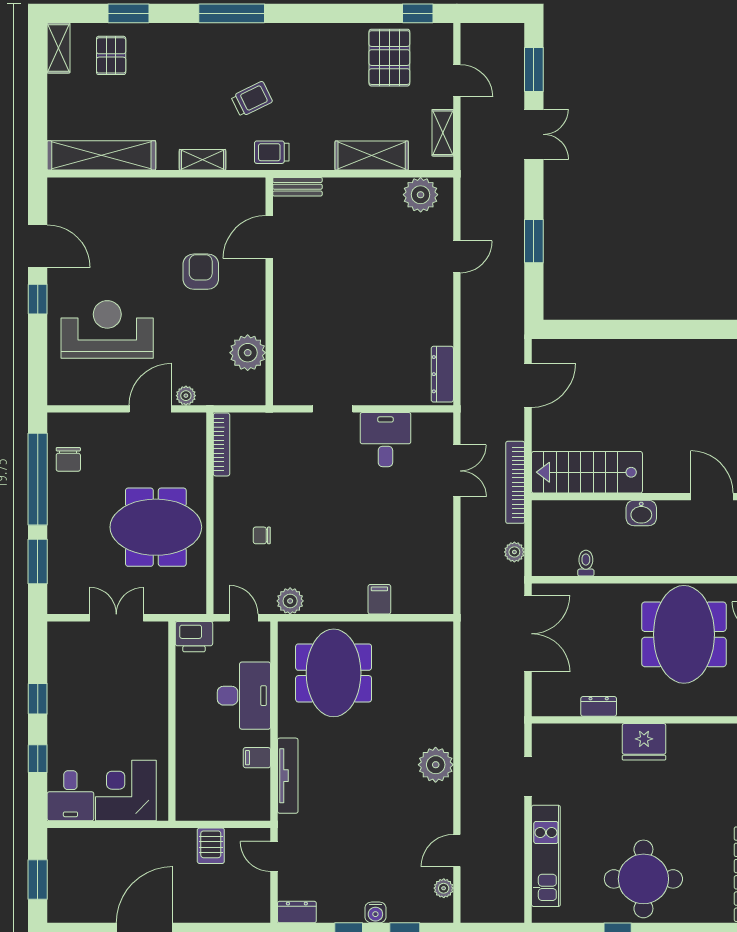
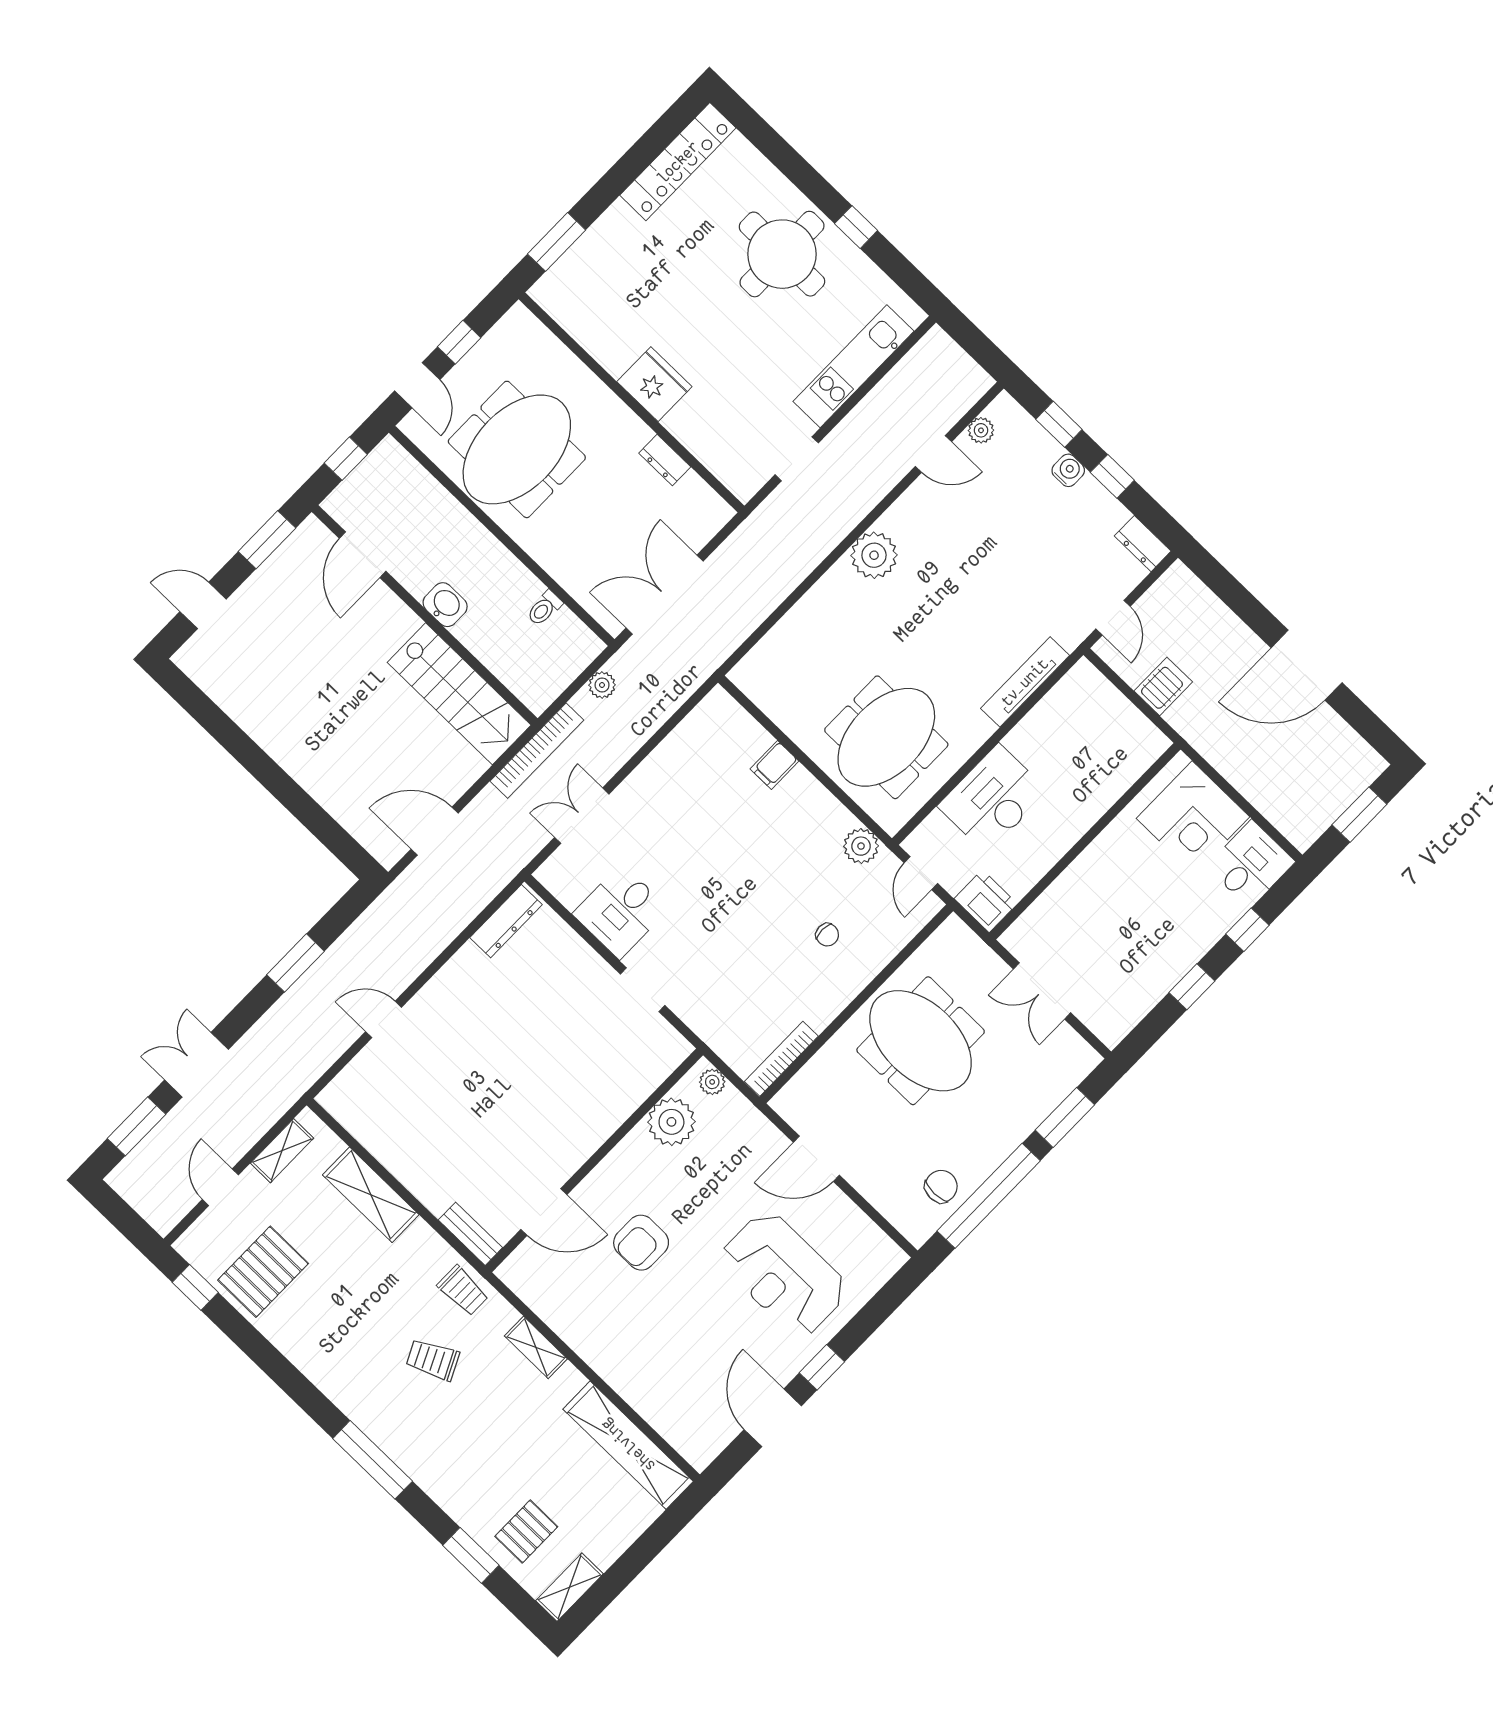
plant: (421, 195) -> (361, 1112), removed
plant: (186, 396) -> (712, 1082), moved
filing cabinet: (257, 758) -> (1038, 728), removed

